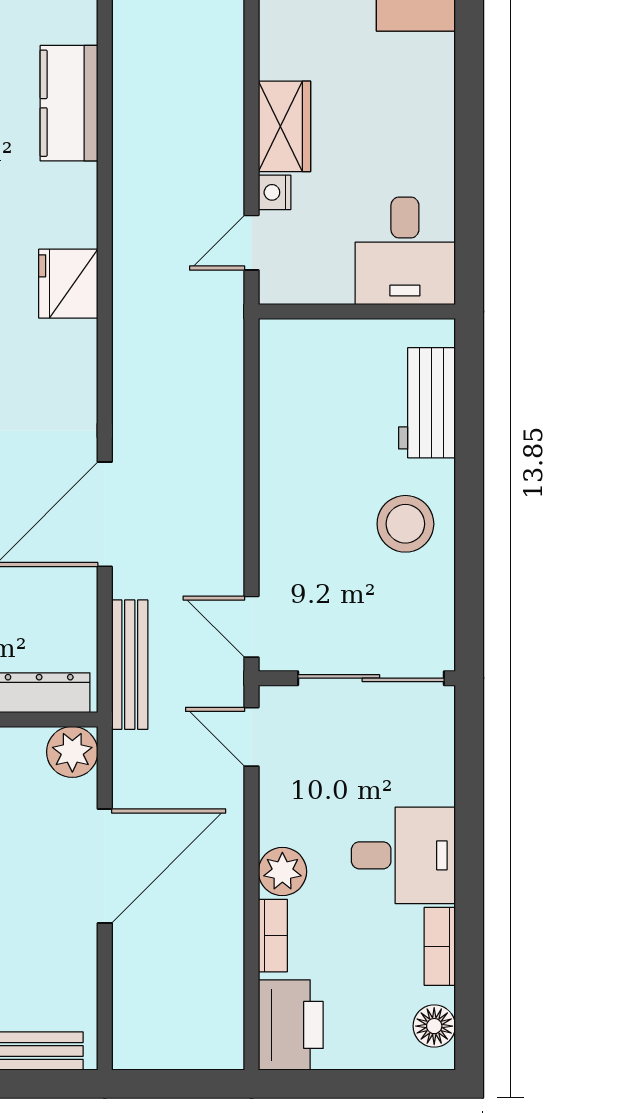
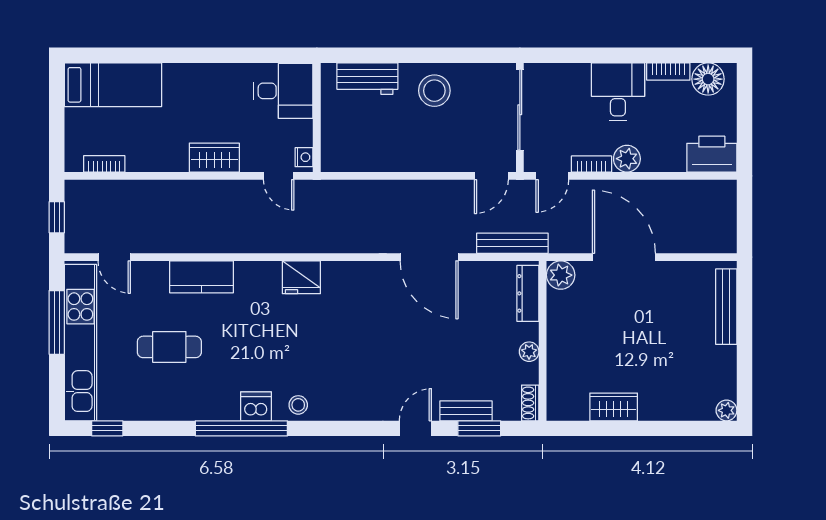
nightstand: (275, 192) -> (304, 157), moved, turned -90
bookcase: (273, 936) -> (591, 164), moved
floor lamp: (434, 1026) -> (708, 79), width x1.38, depth x1.38

